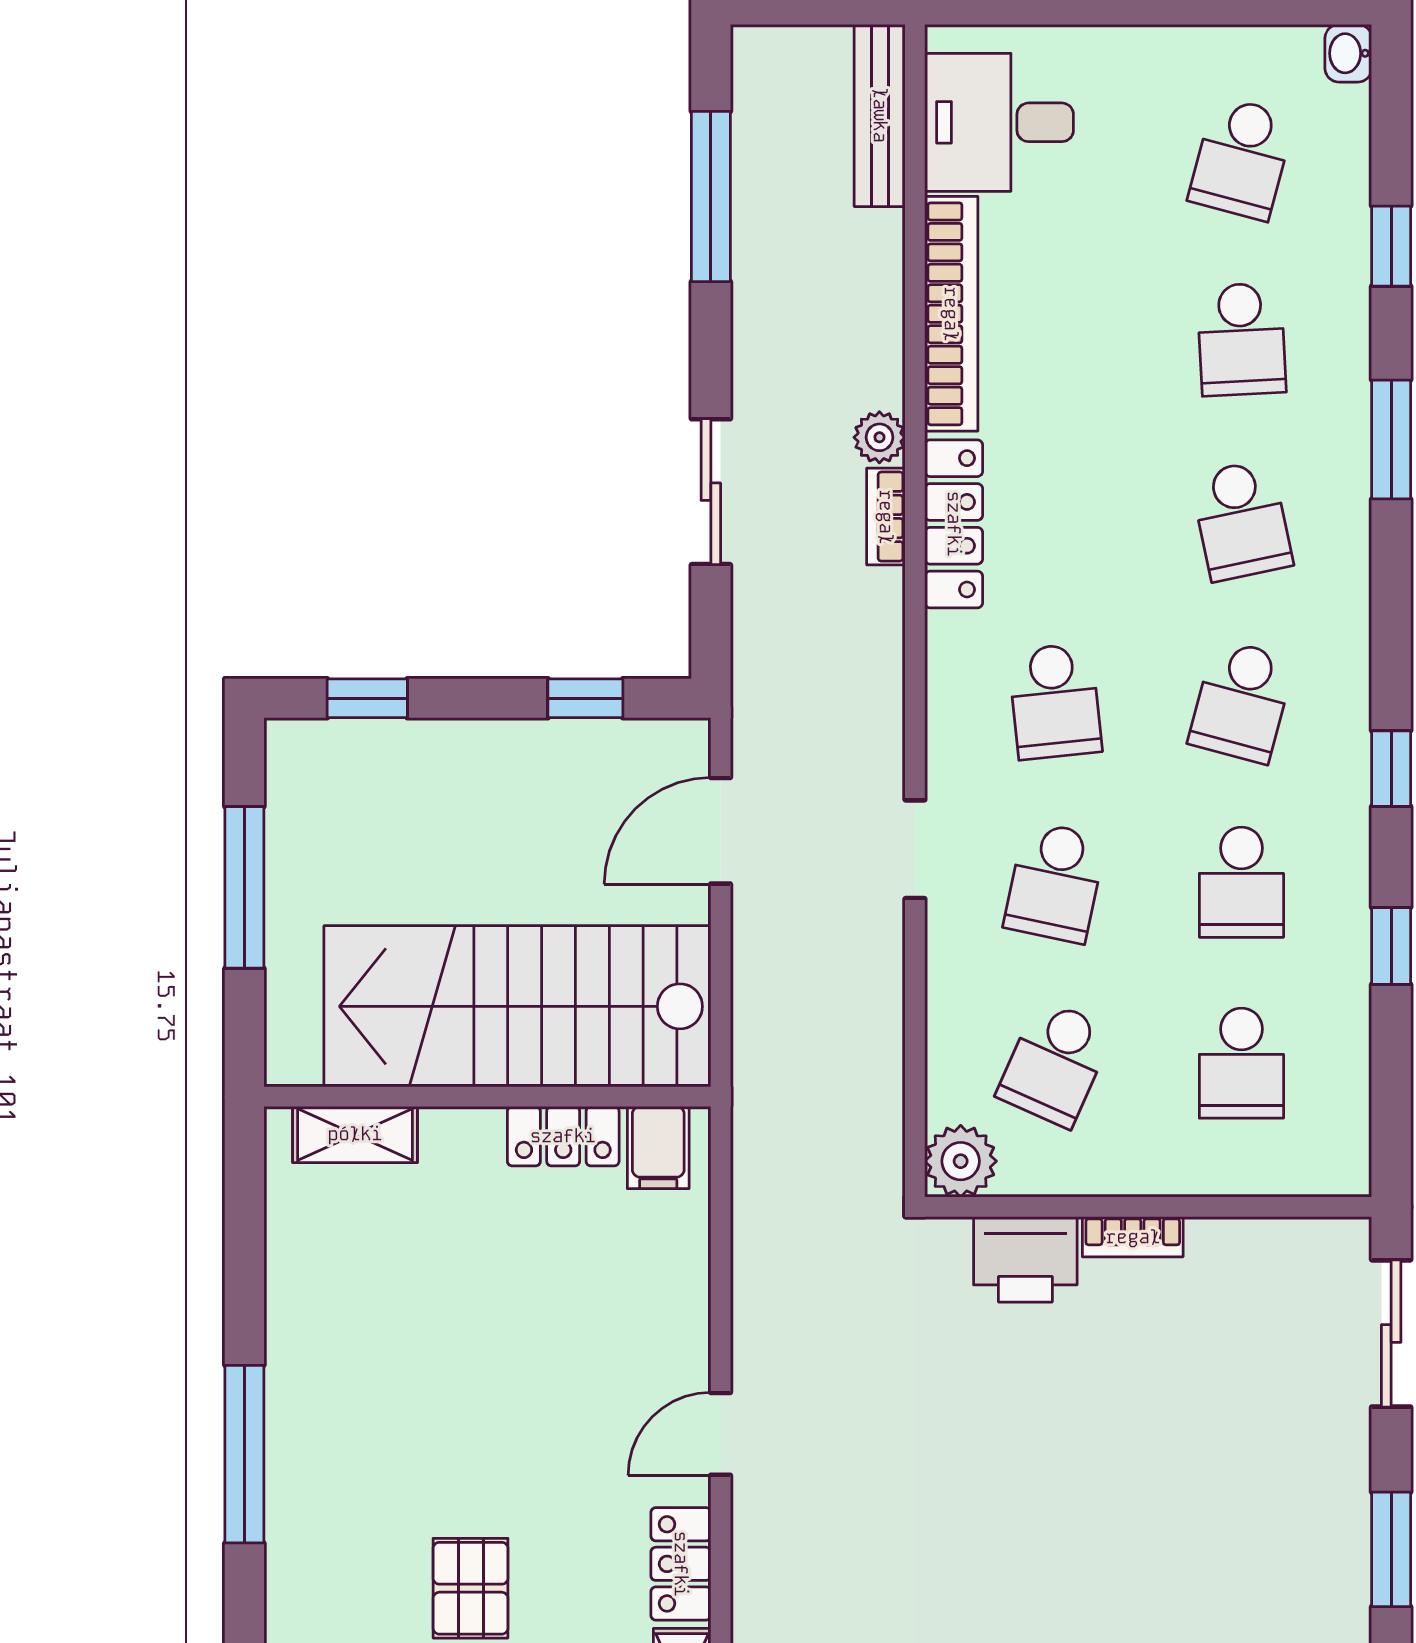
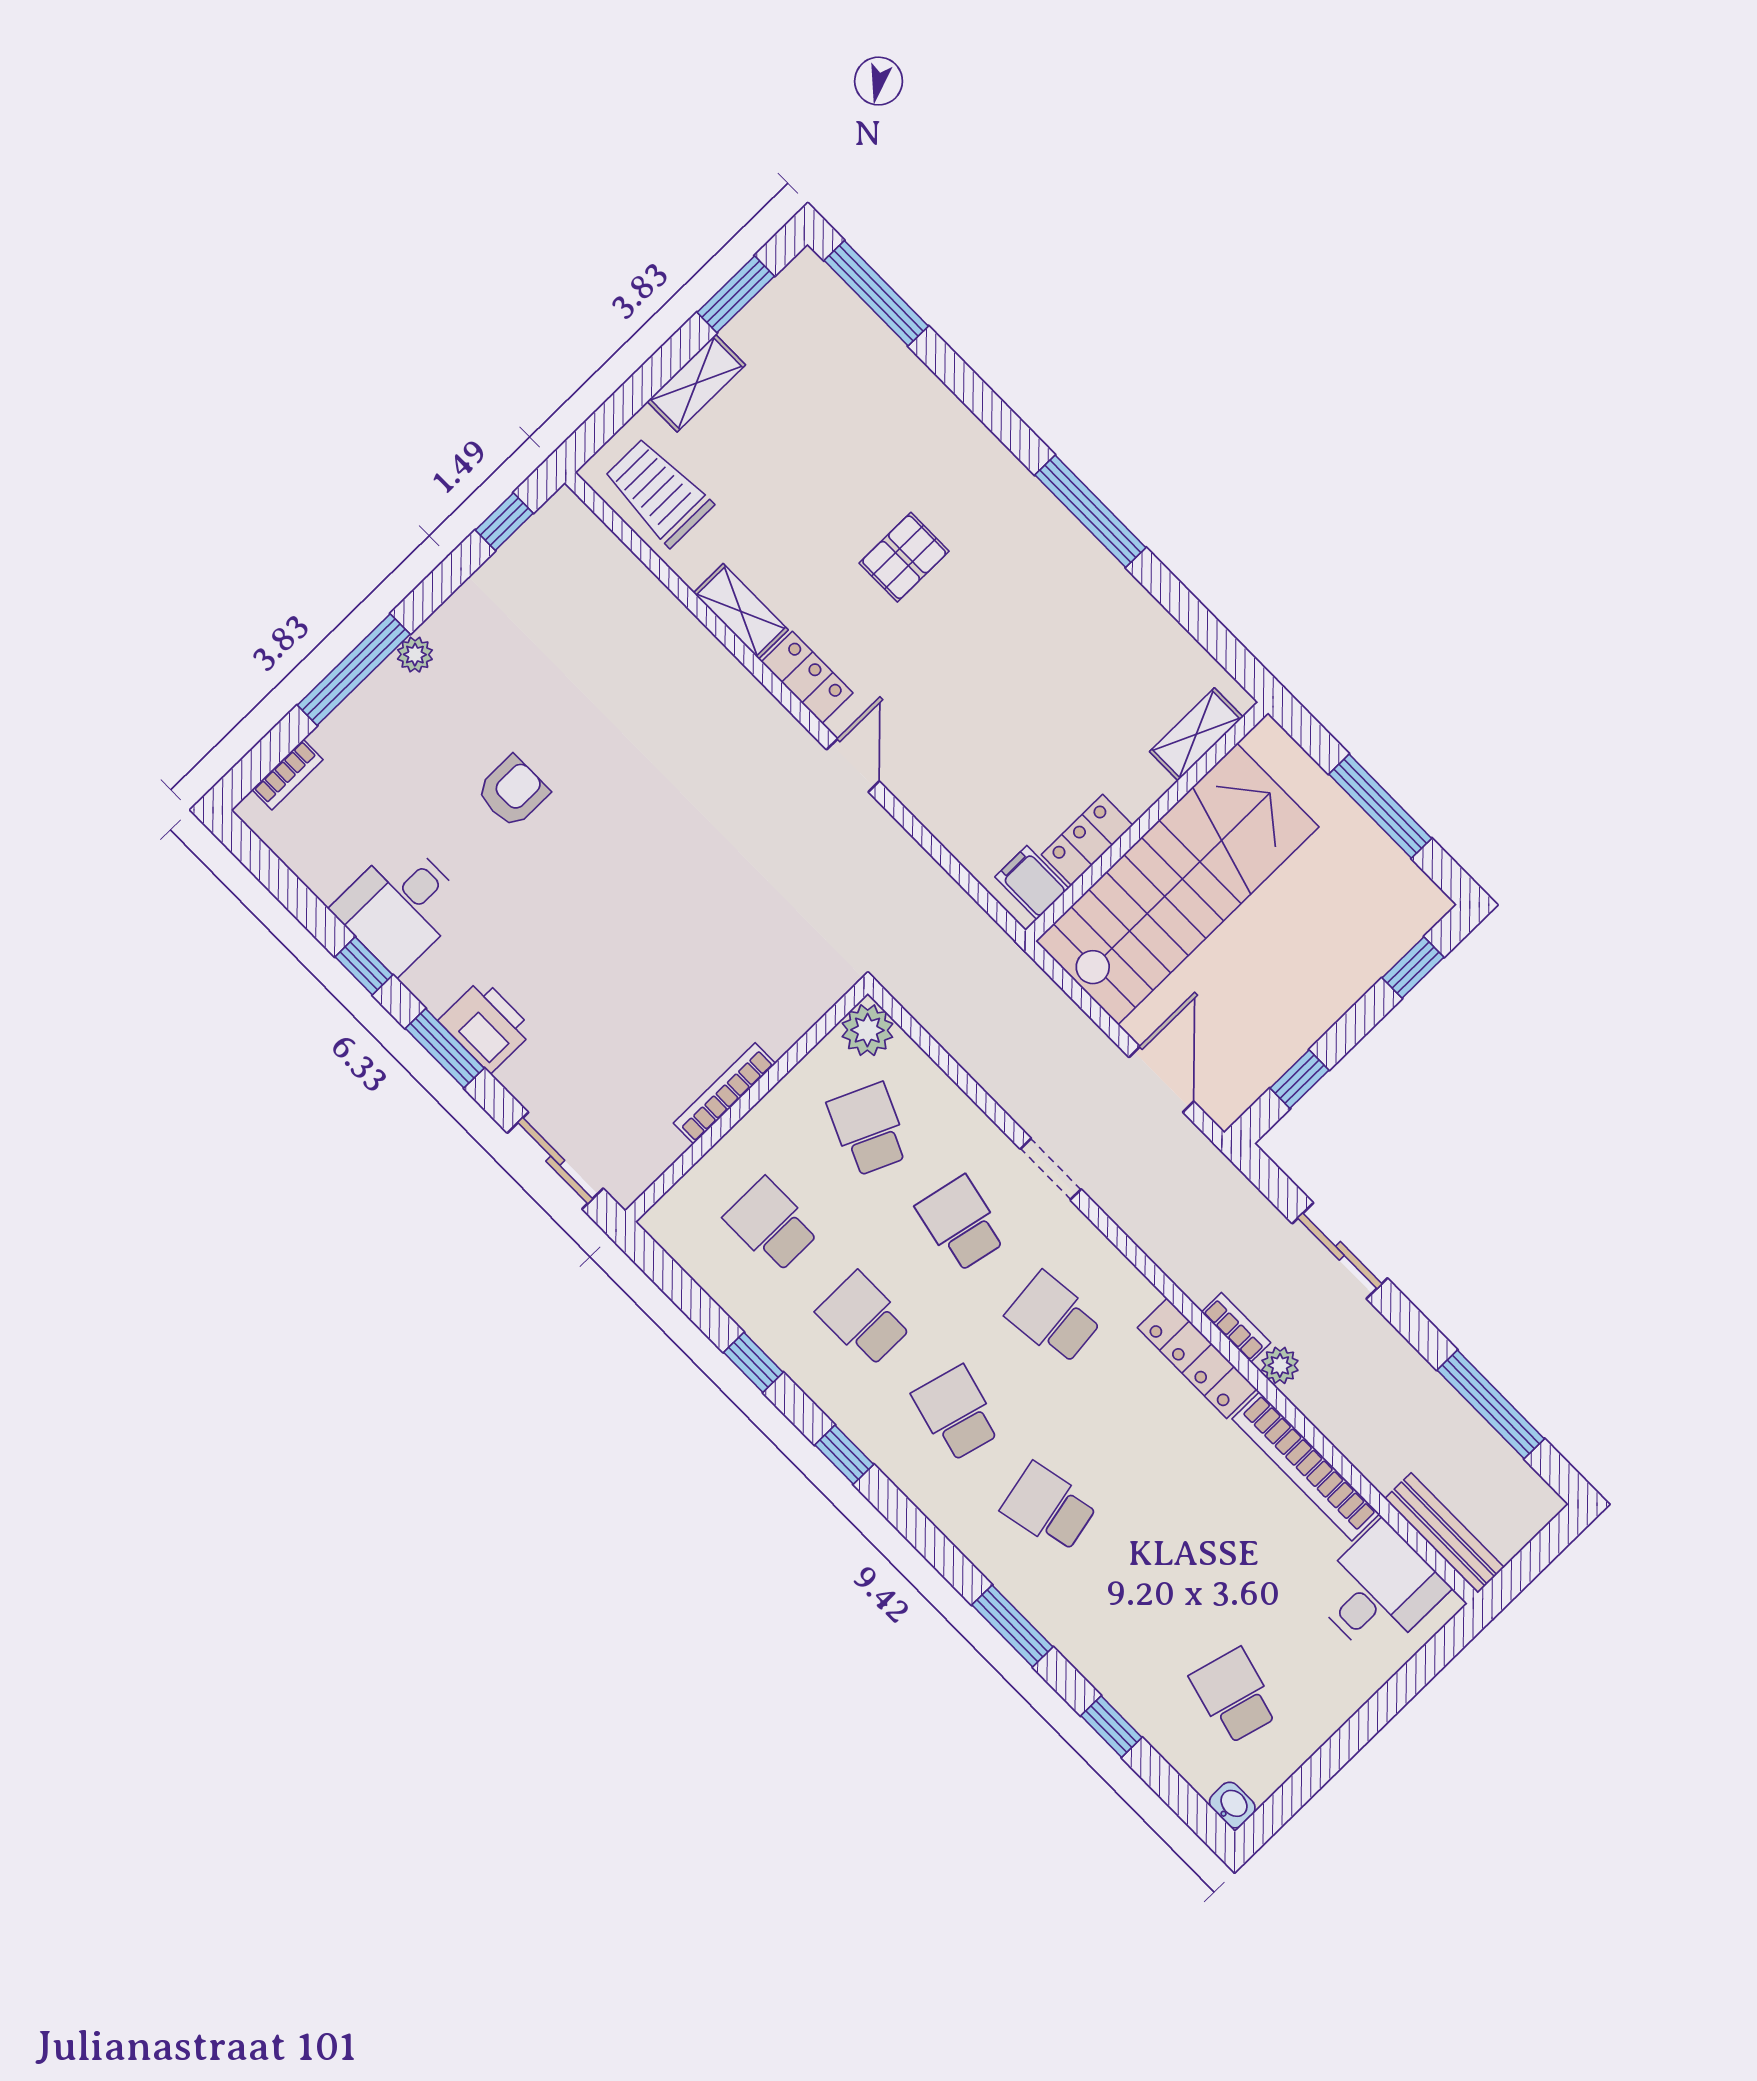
school desk: (1241, 339) -> (1142, 1602), removed
bookcase: (1133, 1237) -> (724, 1093), width x1.56
printer: (1025, 1259) -> (486, 1026), moved, turned 90
pallet: (471, 1588) -> (904, 557), turned 90

